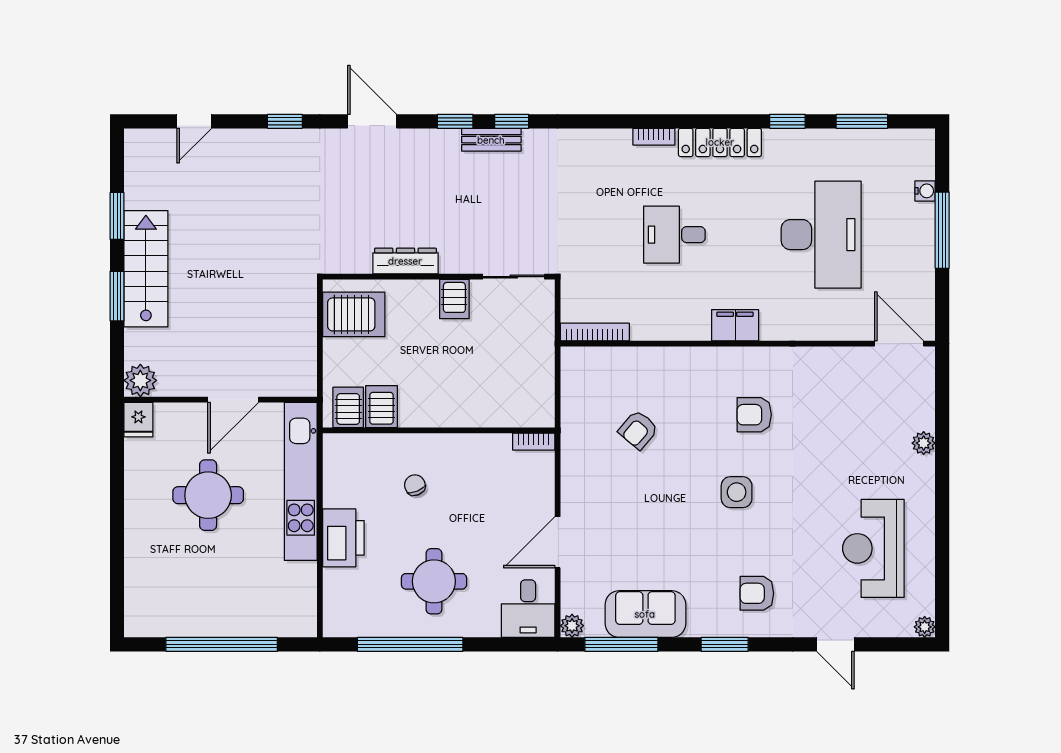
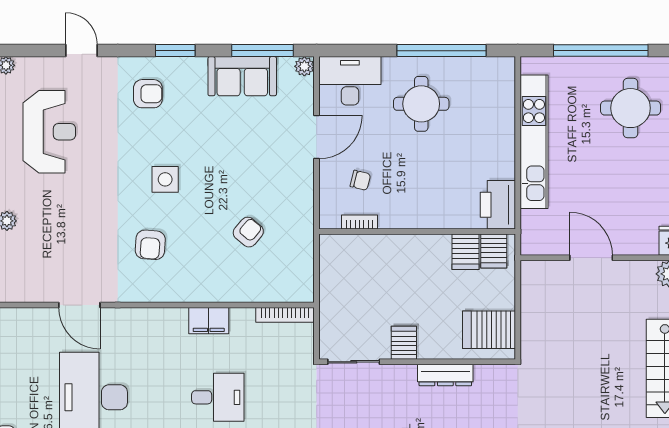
filing cabinet: (735, 325) -> (209, 321), moved
door: (899, 344) -> (79, 305), moved
door: (233, 400) -> (591, 258), hinge flipped
armchair: (754, 415) -> (150, 245), turned 94
bookcase: (534, 442) -> (359, 222), moved
kitchen unit: (301, 481) -> (534, 142), moved
chair: (415, 485) -> (360, 180), moved, turned -54
round table: (208, 495) -> (631, 108), moved
printer: (343, 538) -> (498, 205), moved
desk: (528, 609) -> (350, 81), width x1.37

